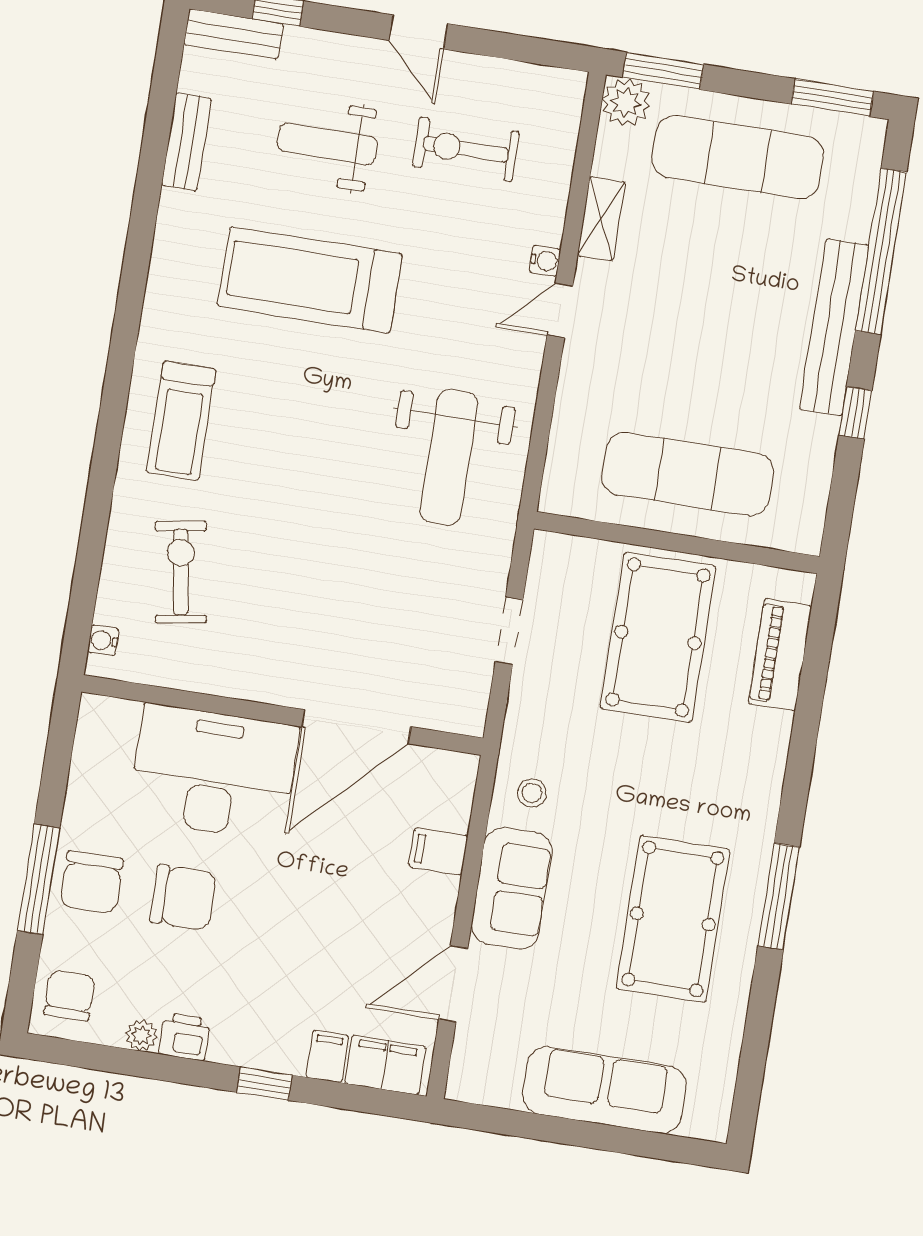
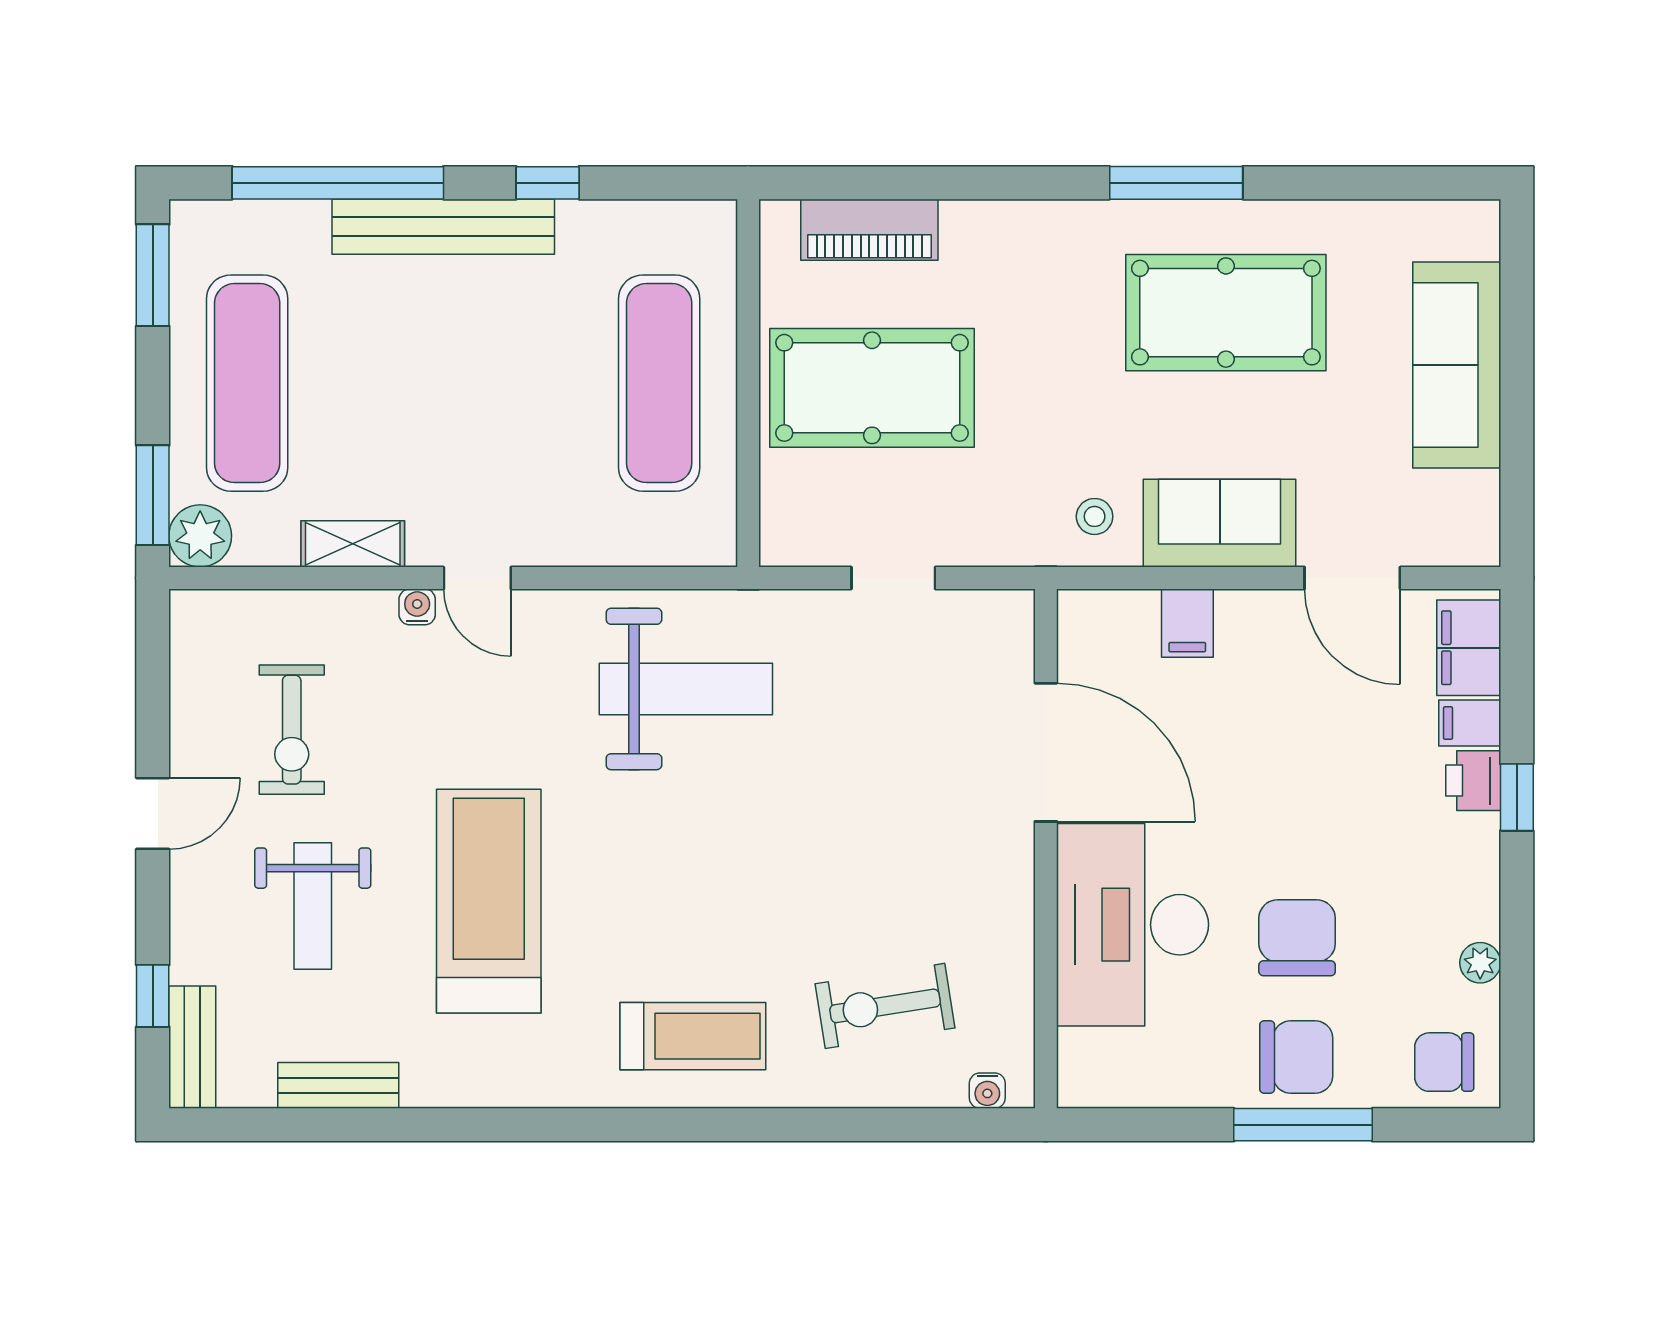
treadmill: (310, 280) -> (489, 901), turned 180
printer: (184, 1037) -> (1473, 781), moved

